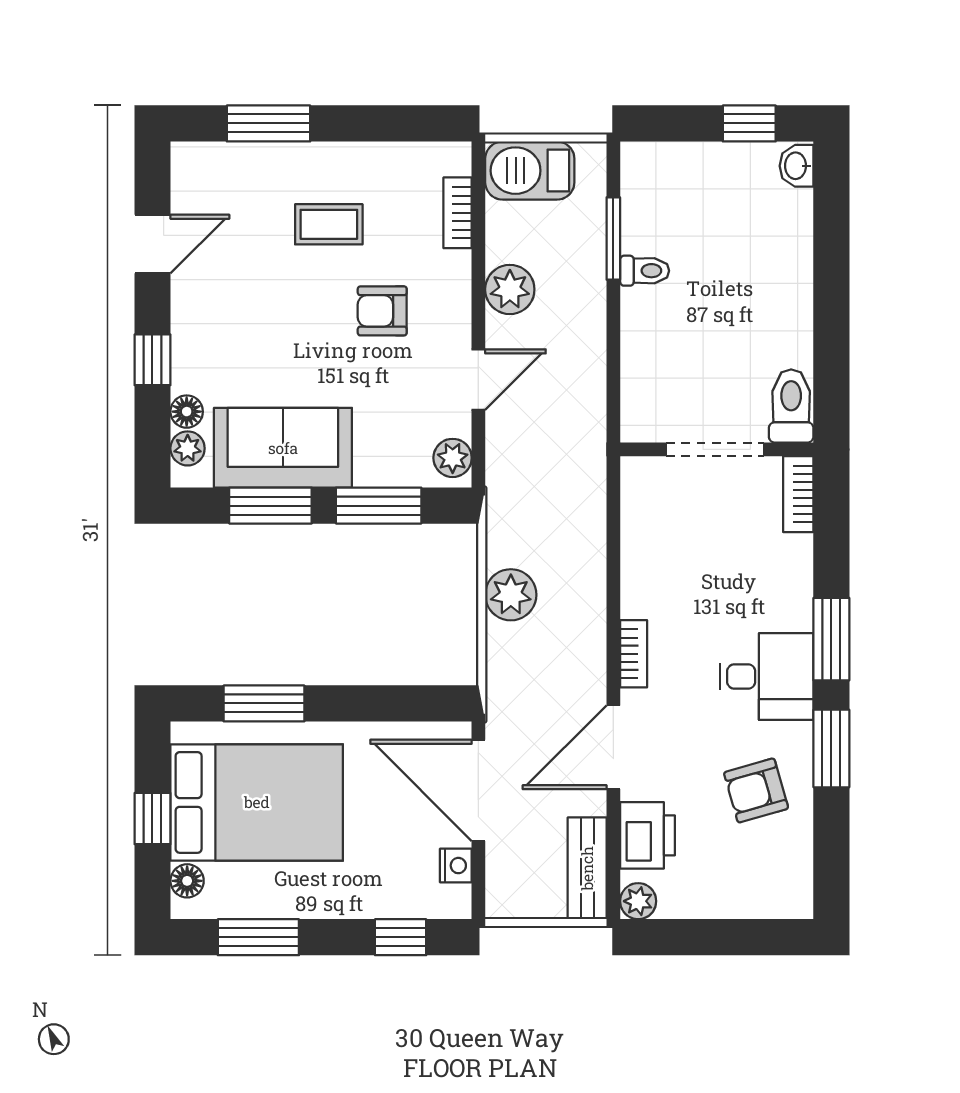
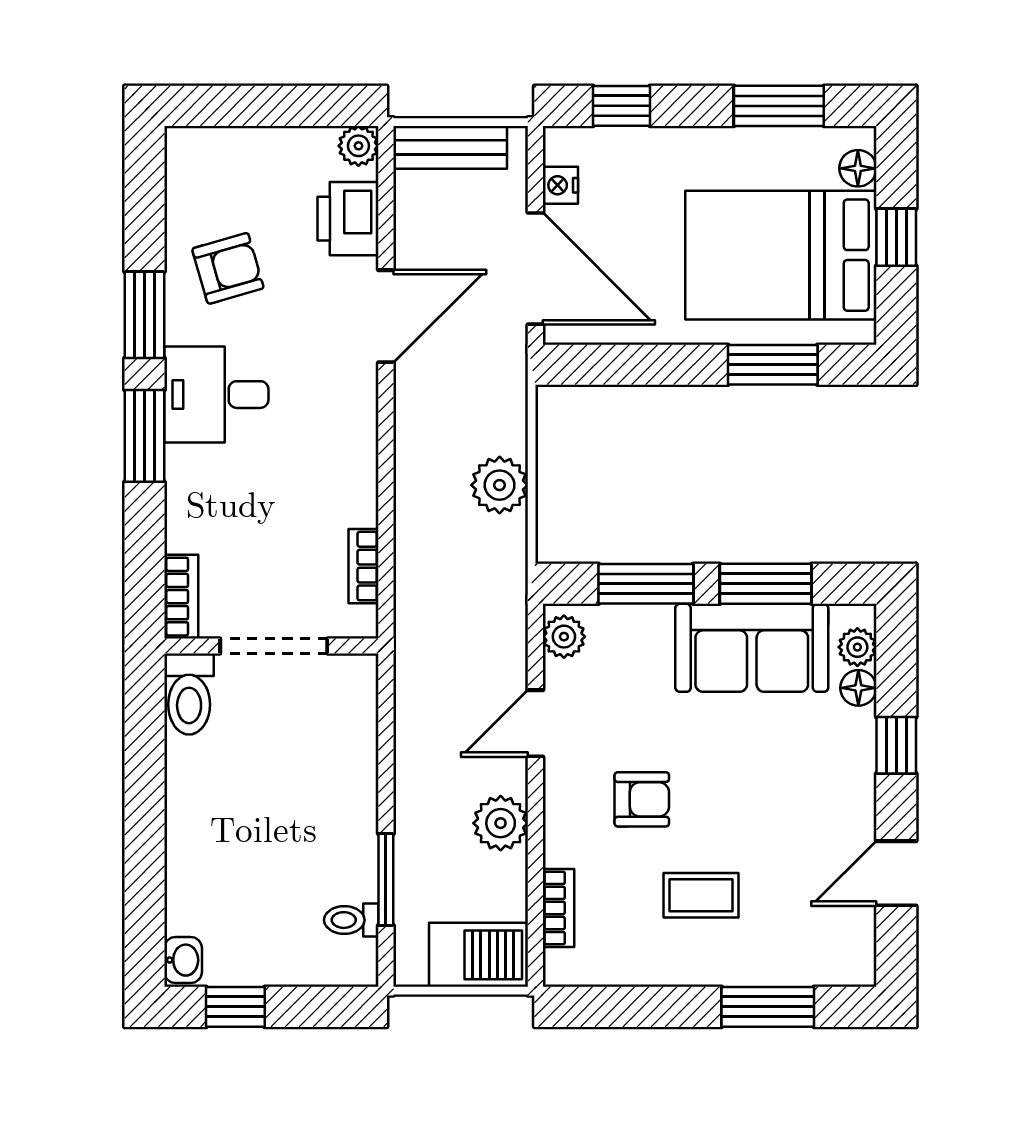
toilet: (645, 271) -> (351, 920), moved
bookcase: (634, 654) -> (364, 566), moved
bench: (587, 868) -> (451, 147), moved, turned 90

